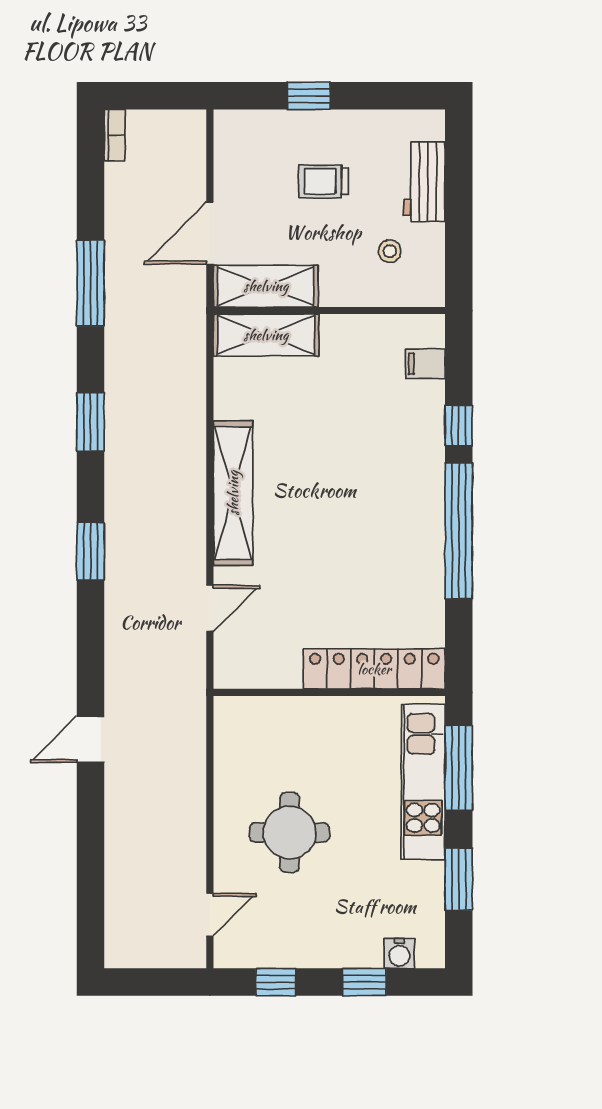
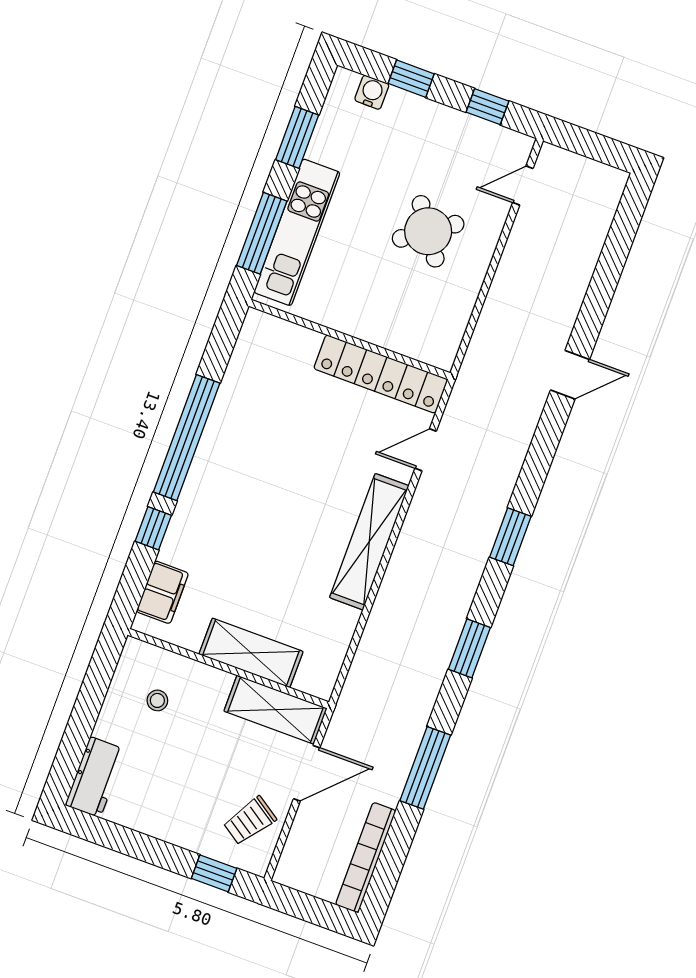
window: (309, 96) -> (214, 873), moved
bookcase: (115, 135) -> (366, 858), width x2.31, depth x1.31
trolley: (324, 181) -> (250, 821), moved, turned 124
workbench: (424, 182) -> (95, 777), moved
shelving: (266, 335) -> (251, 653), moved
filing cabinet: (425, 364) -> (162, 592), width x2.00
locker: (374, 669) -> (381, 374), moved
round table: (290, 832) -> (428, 231), turned -35

